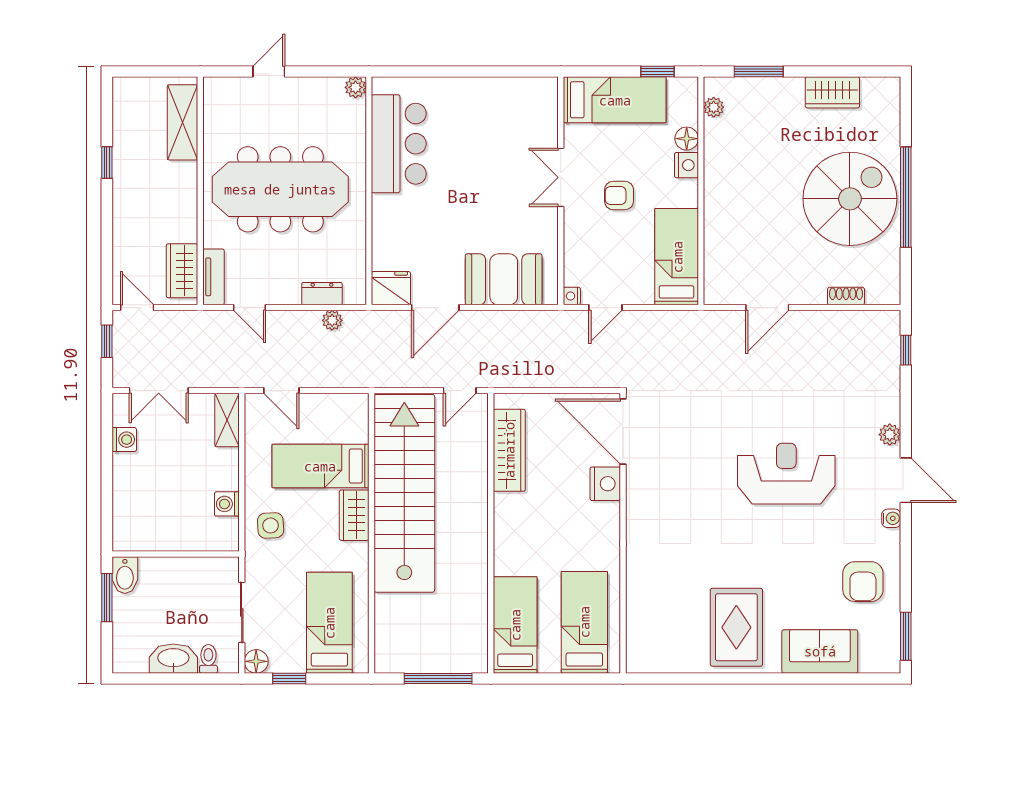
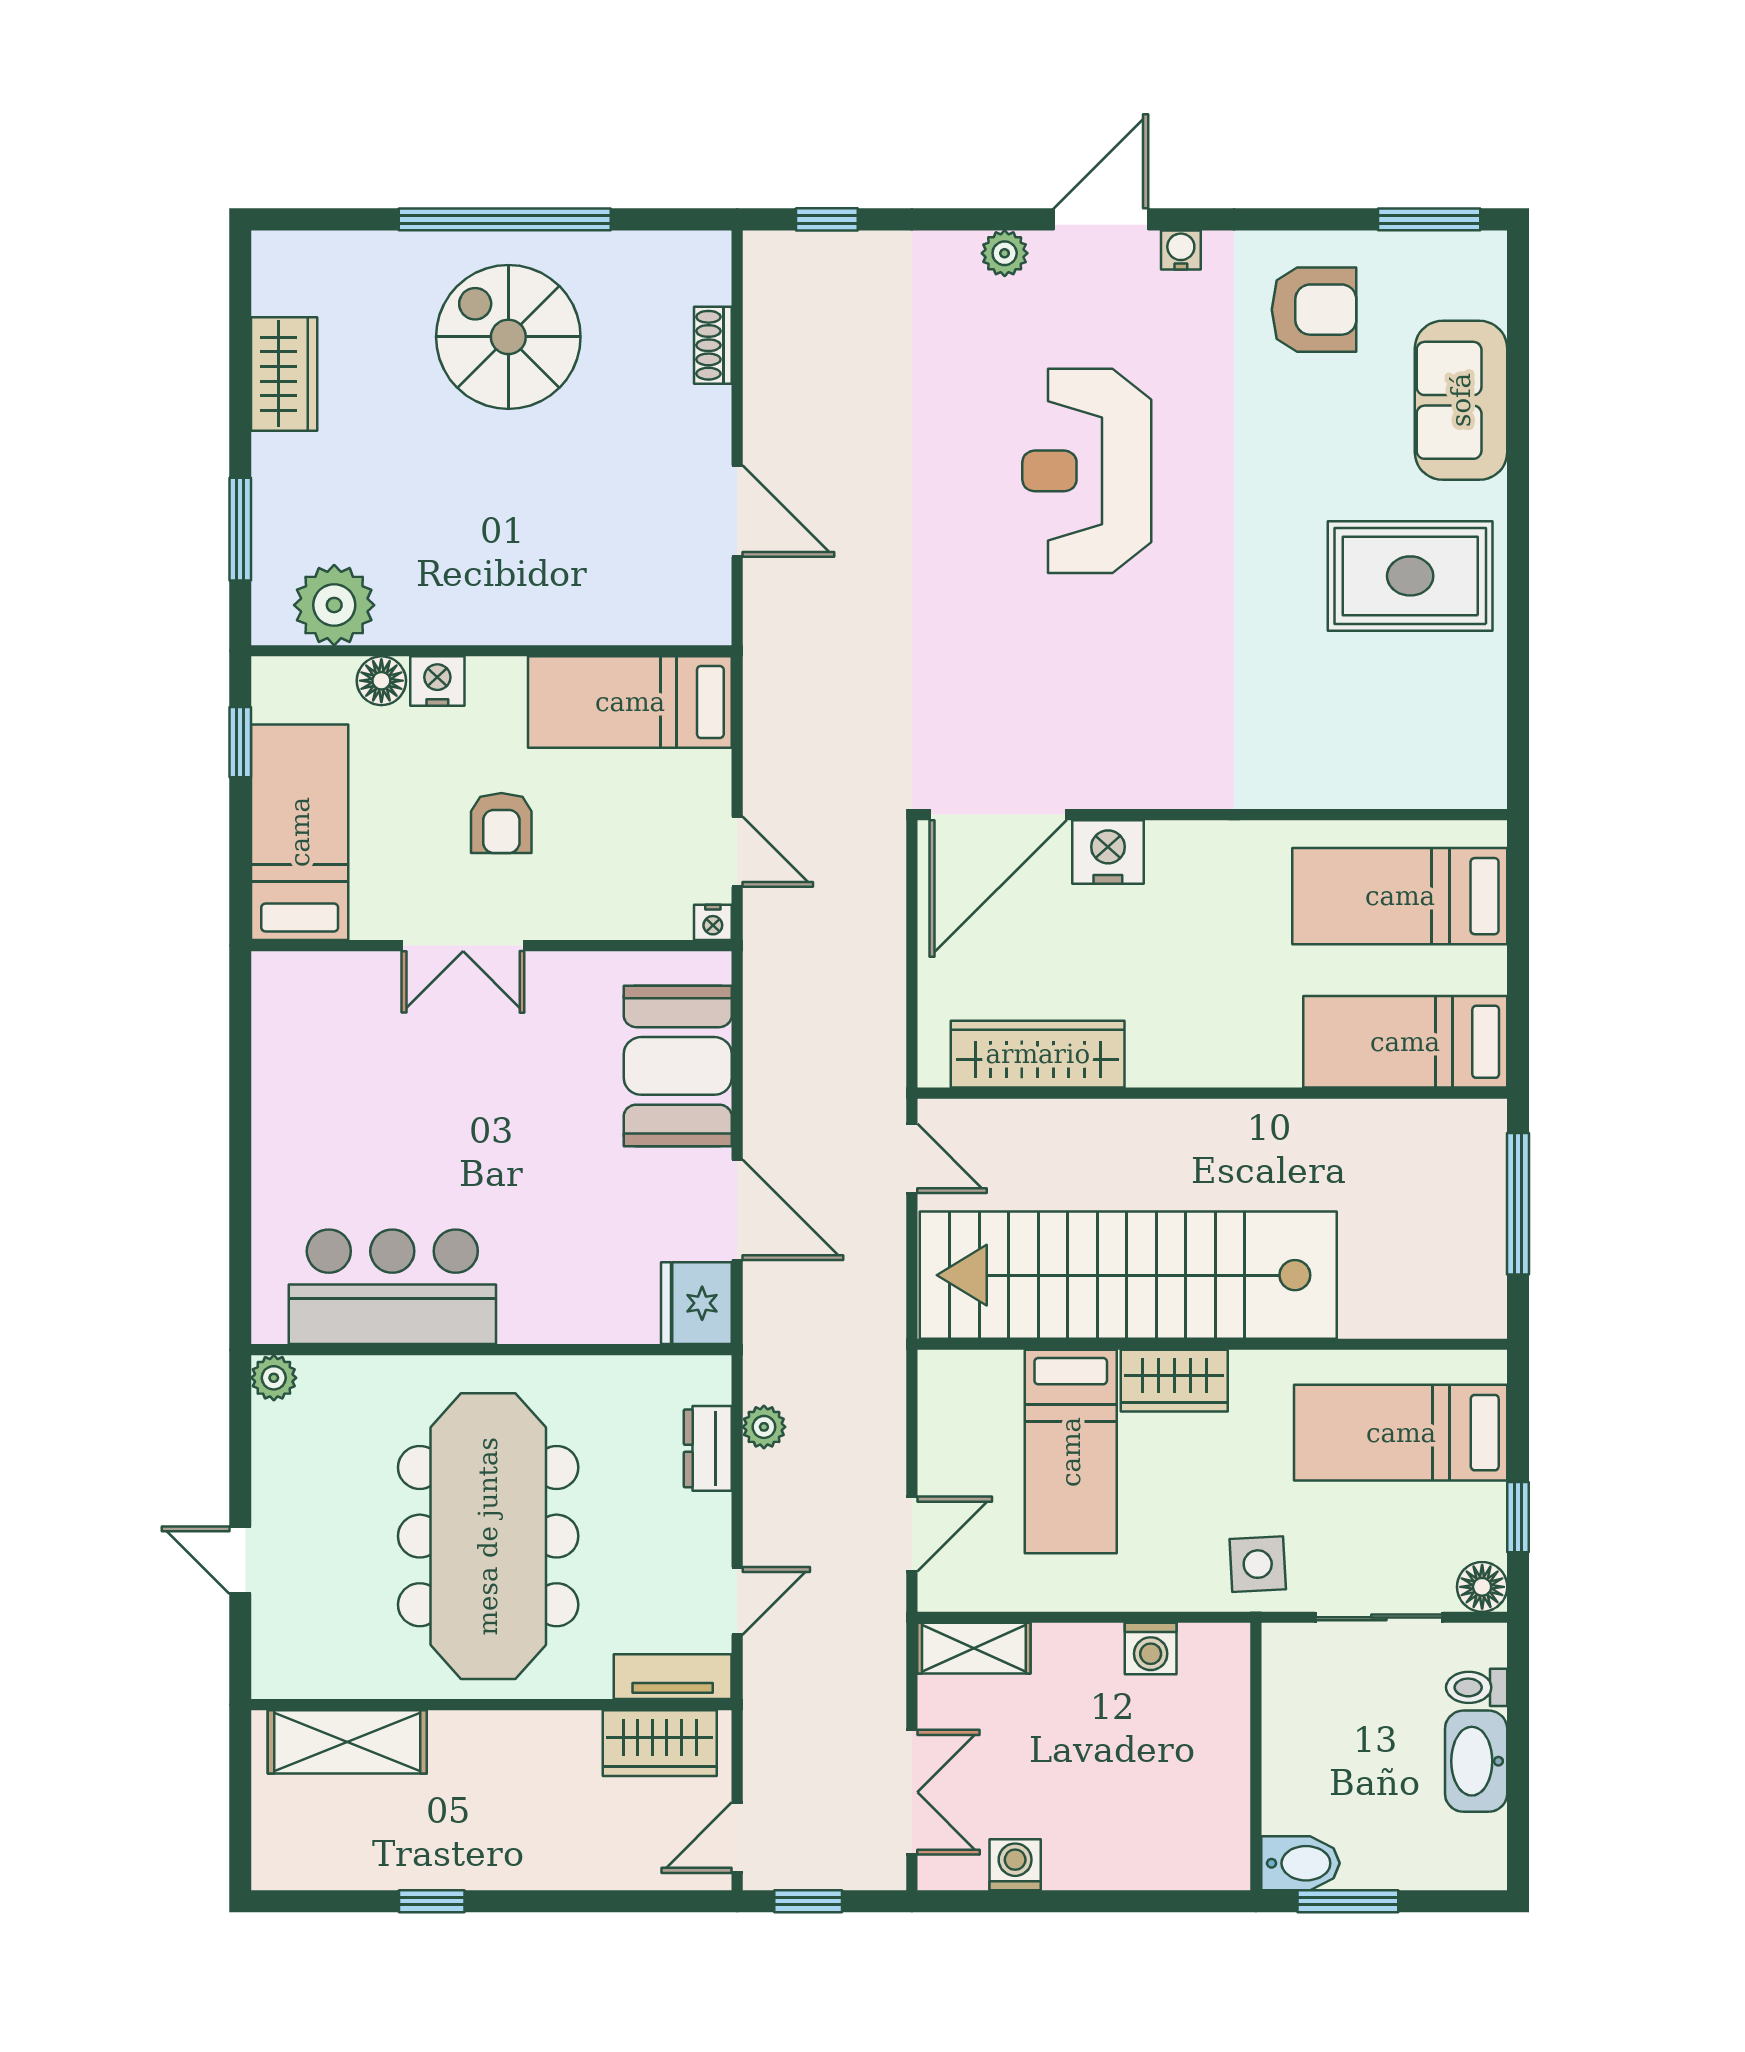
plant: (714, 107) -> (334, 605), width x1.88, depth x1.88
spiral stairs: (850, 199) -> (508, 337), width x0.73, depth x0.73
side table: (271, 525) -> (1258, 1564), moved

